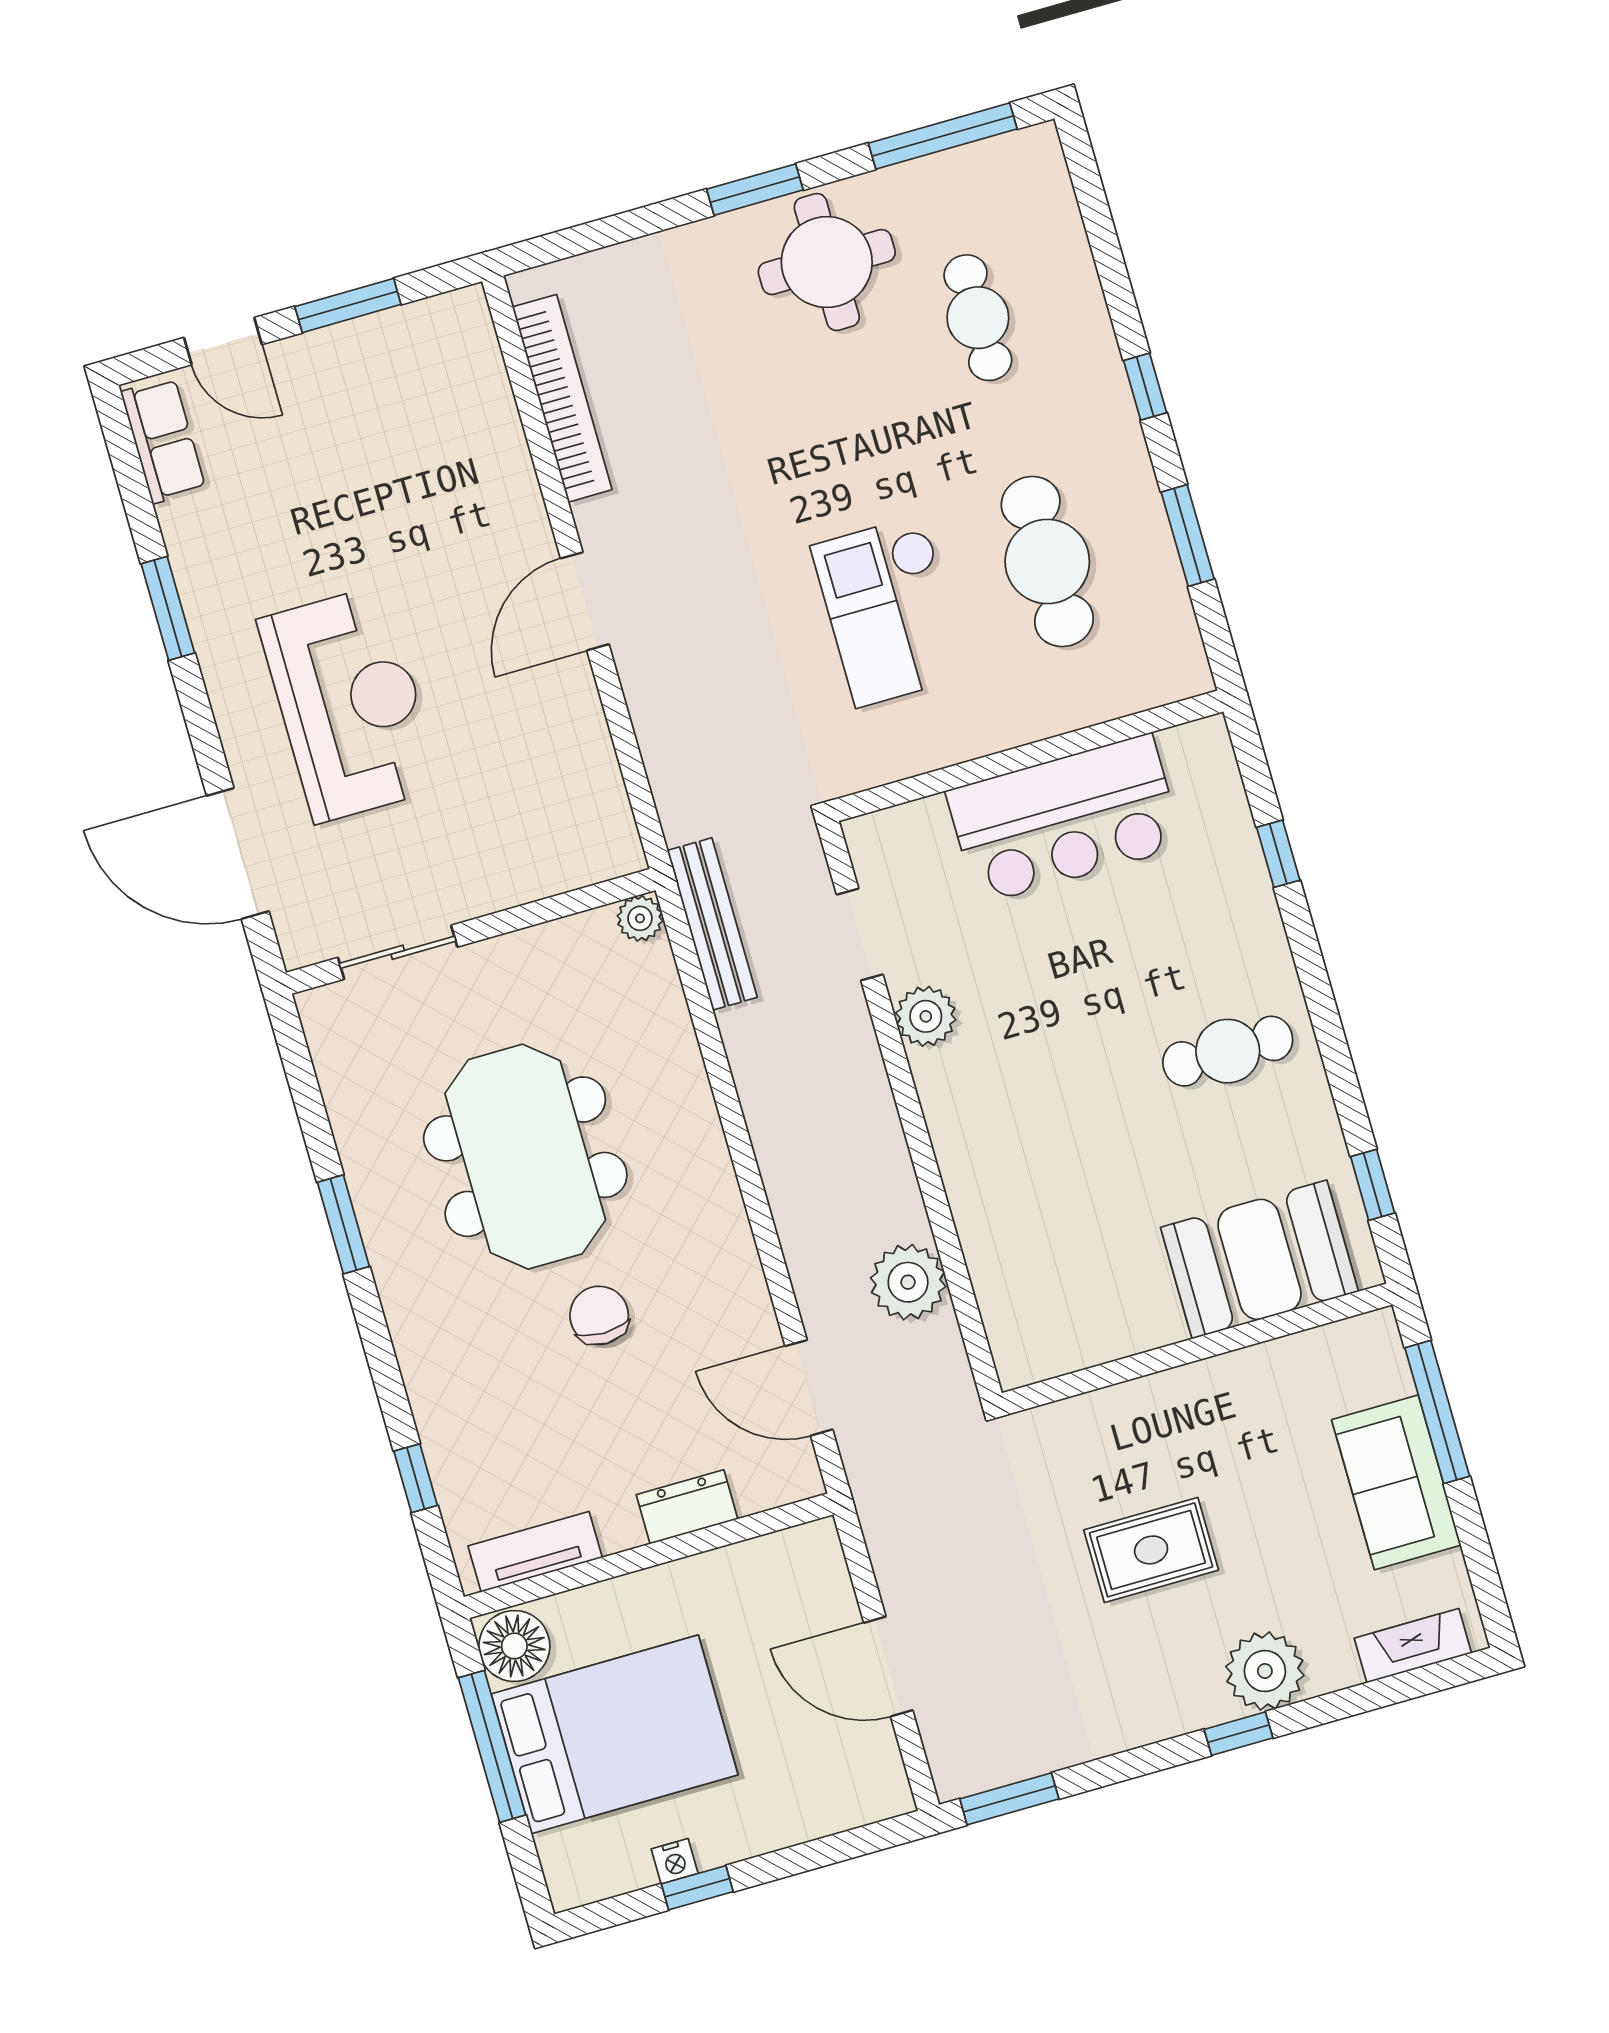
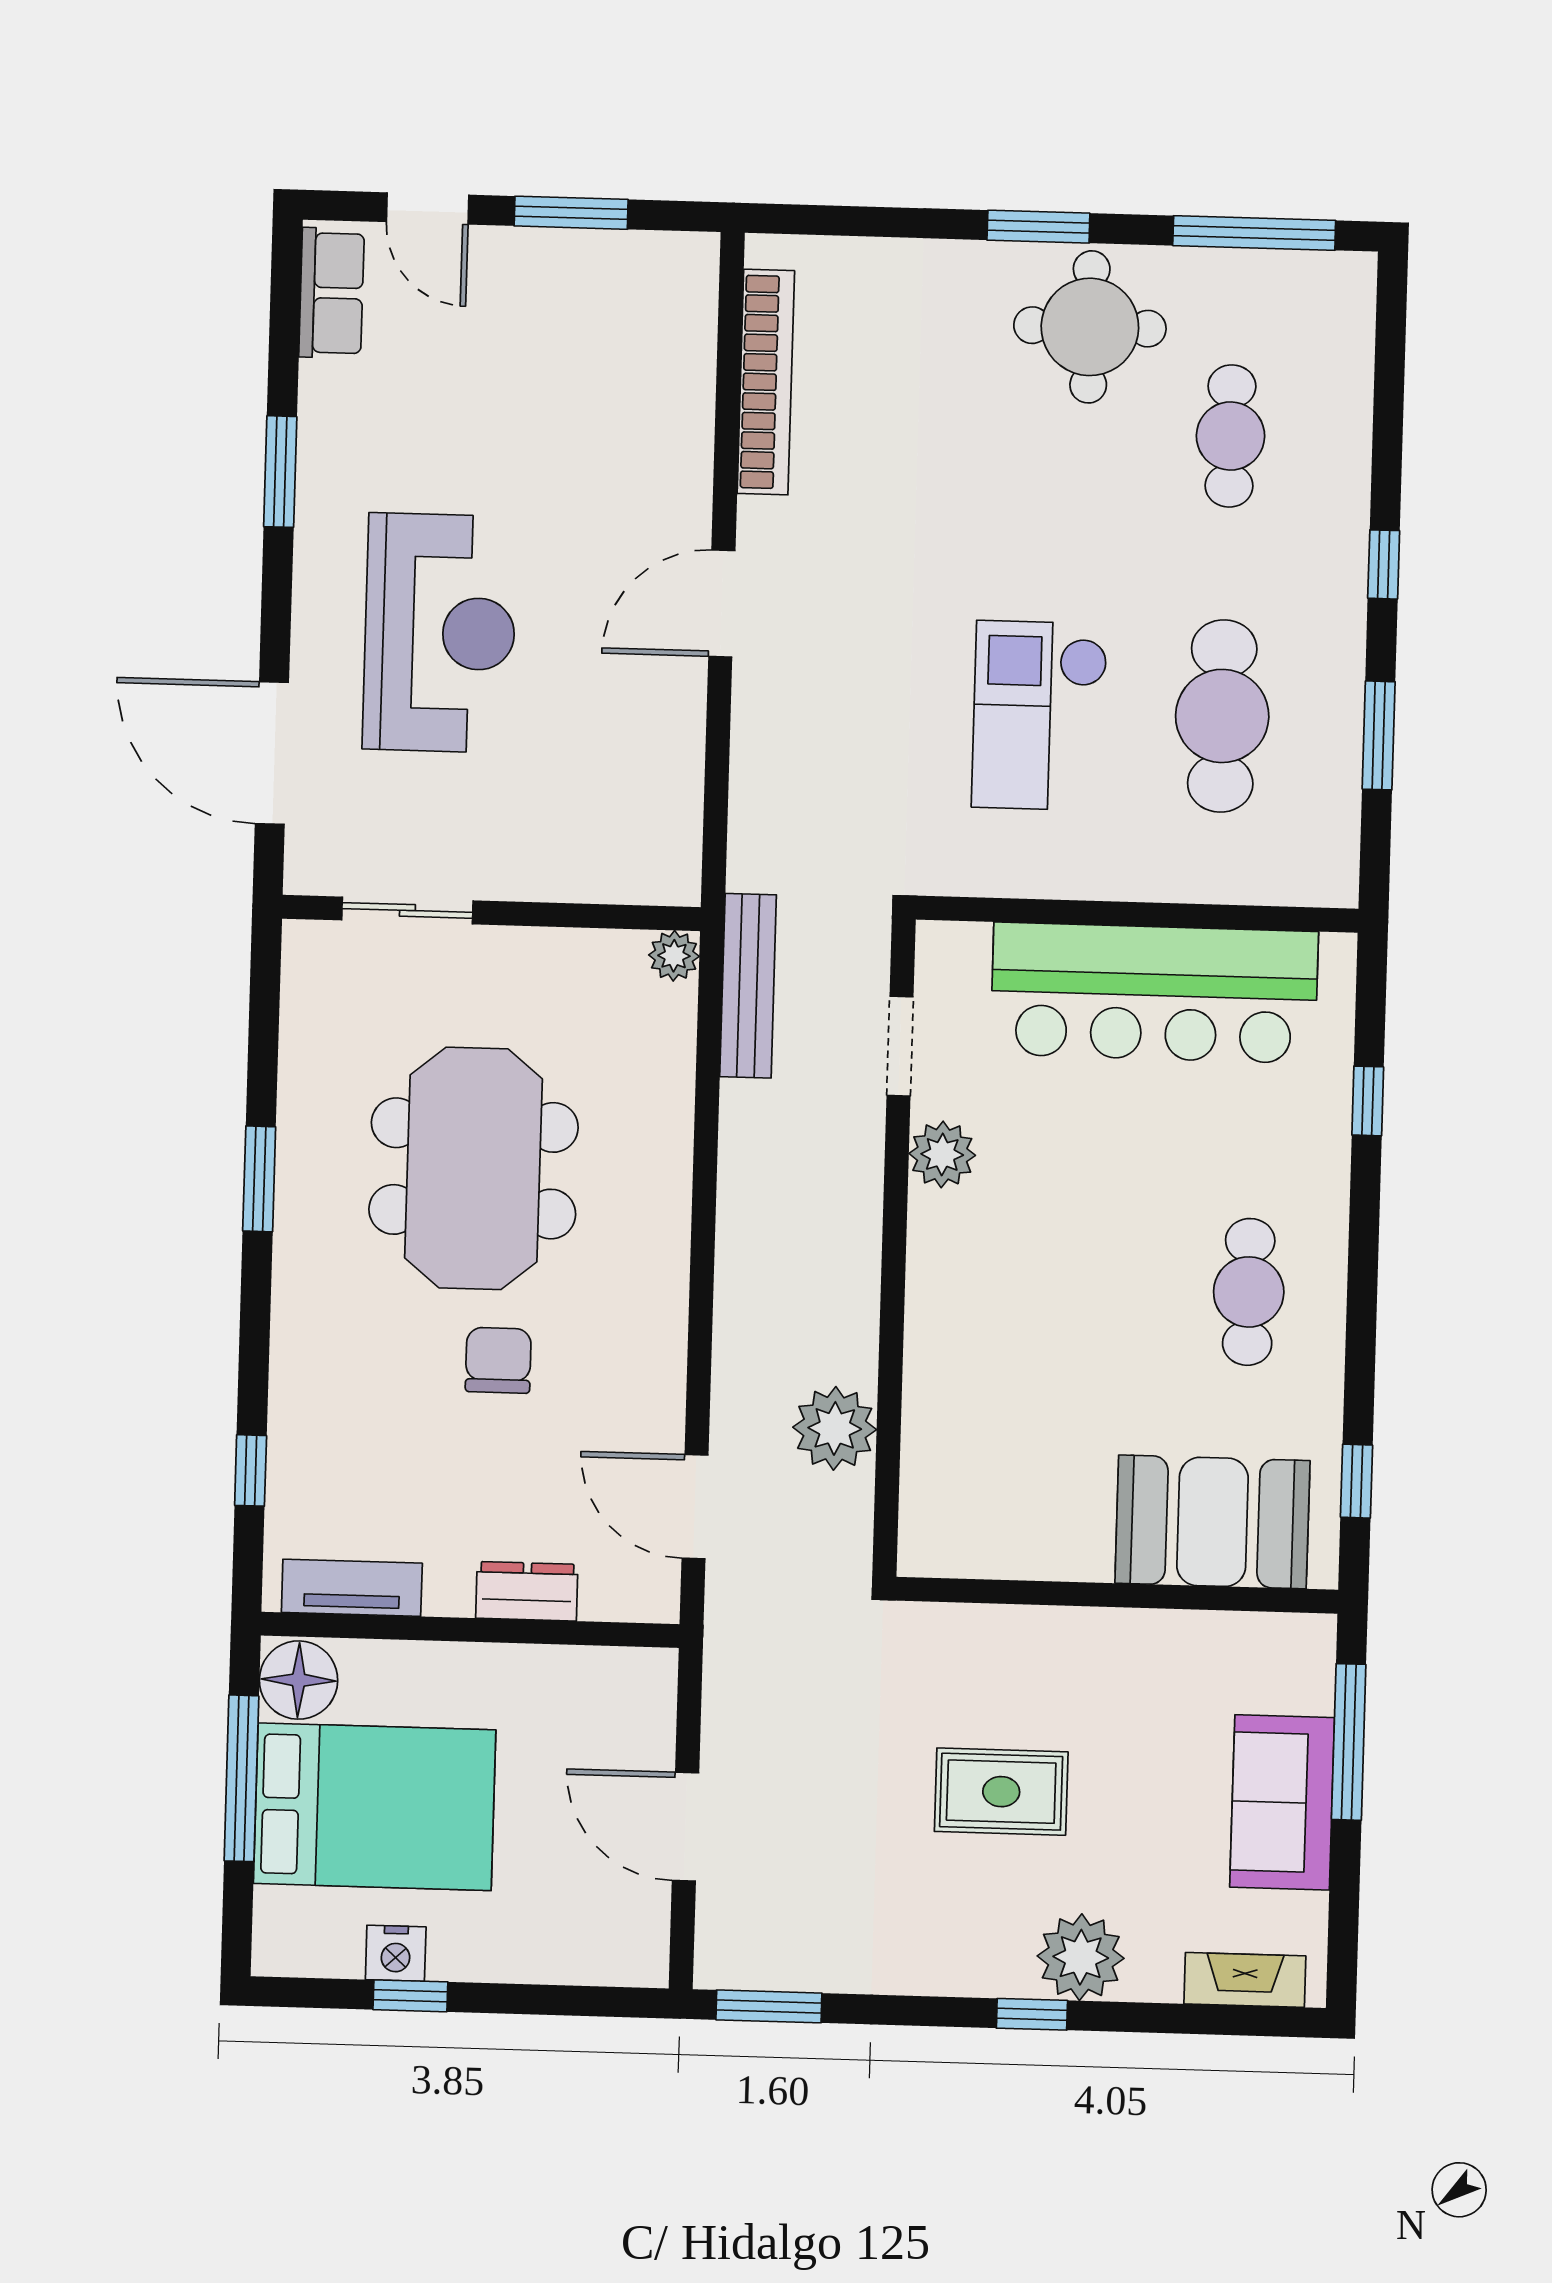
bar counter: (1065, 819) -> (1154, 993), width x1.36
cafe table: (1228, 1051) -> (1249, 1292), turned 90
nightstand: (675, 1861) -> (396, 1953), width x1.39, depth x1.35

